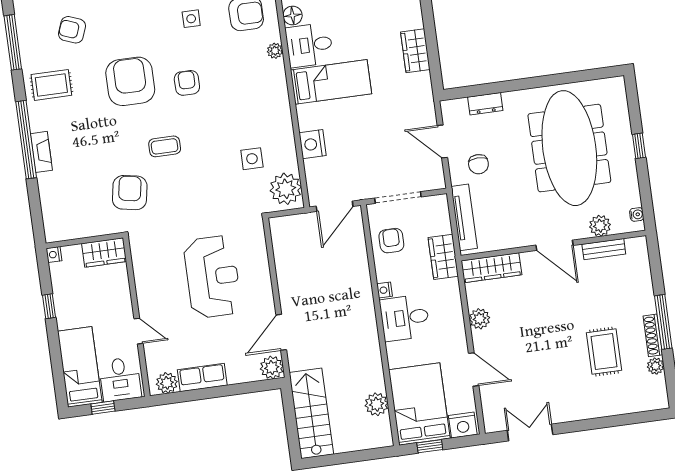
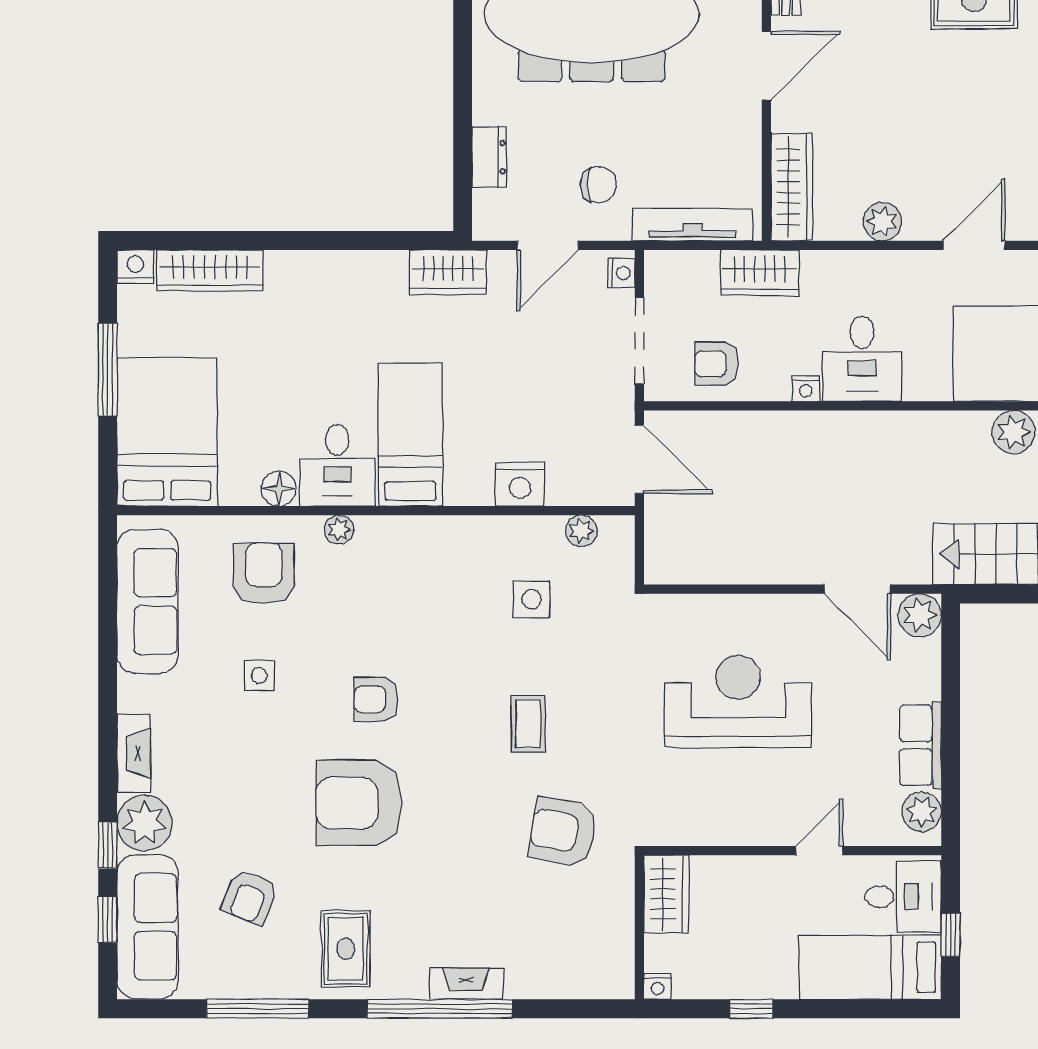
wardrobe: (415, 51) -> (448, 272), moved
coffee table: (165, 146) -> (528, 724), moved
nightstand: (433, 183) -> (621, 273), added
plant: (286, 189) -> (581, 531), width x0.53, depth x0.53

